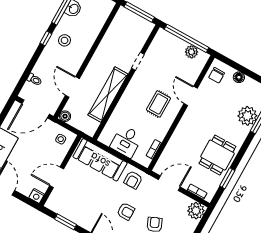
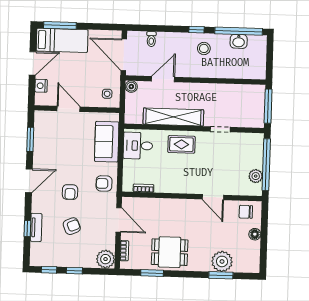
door: (191, 96) -> (213, 197), swing flipped
rug: (159, 104) -> (181, 144), moved
desk: (126, 141) -> (138, 146), moved
sofa: (100, 160) -> (107, 142), width x0.73
nightstand: (37, 196) -> (41, 86), moved

